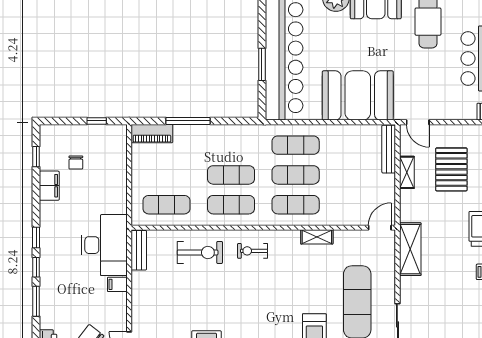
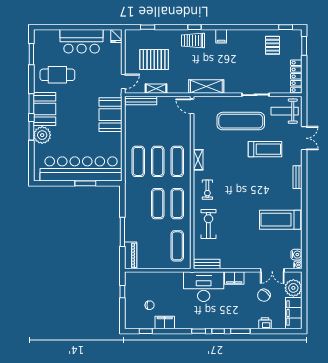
booth: (358, 95) -> (111, 115), width x0.73, depth x0.70
shelving: (317, 237) -> (198, 160), moved
filing cabinet: (117, 284) -> (234, 278), width x2.00

